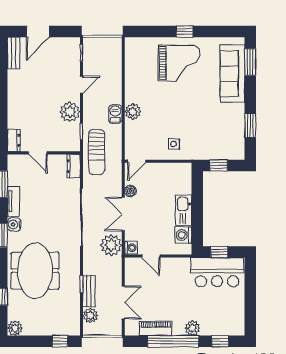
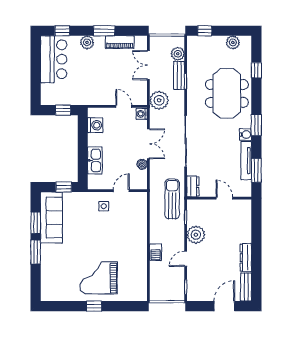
window: (250, 62) -> (36, 252), moved
sofa: (232, 73) -> (51, 218), moved
plant: (133, 112) -> (140, 235), removed
barbecue: (115, 114) -> (156, 252), moved
dresser: (14, 140) -> (246, 258), moved, width x1.44
door: (137, 161) -> (121, 191), moved
tv unit: (13, 201) -> (246, 161), width x1.41
kitchen sink: (184, 210) -> (95, 160), moved
plant: (111, 245) -> (159, 100), moved
bar counter: (217, 272) -> (54, 59), moved, turned 90
plant: (15, 328) -> (233, 42), moved
window: (173, 341) -> (104, 31), width x0.47

